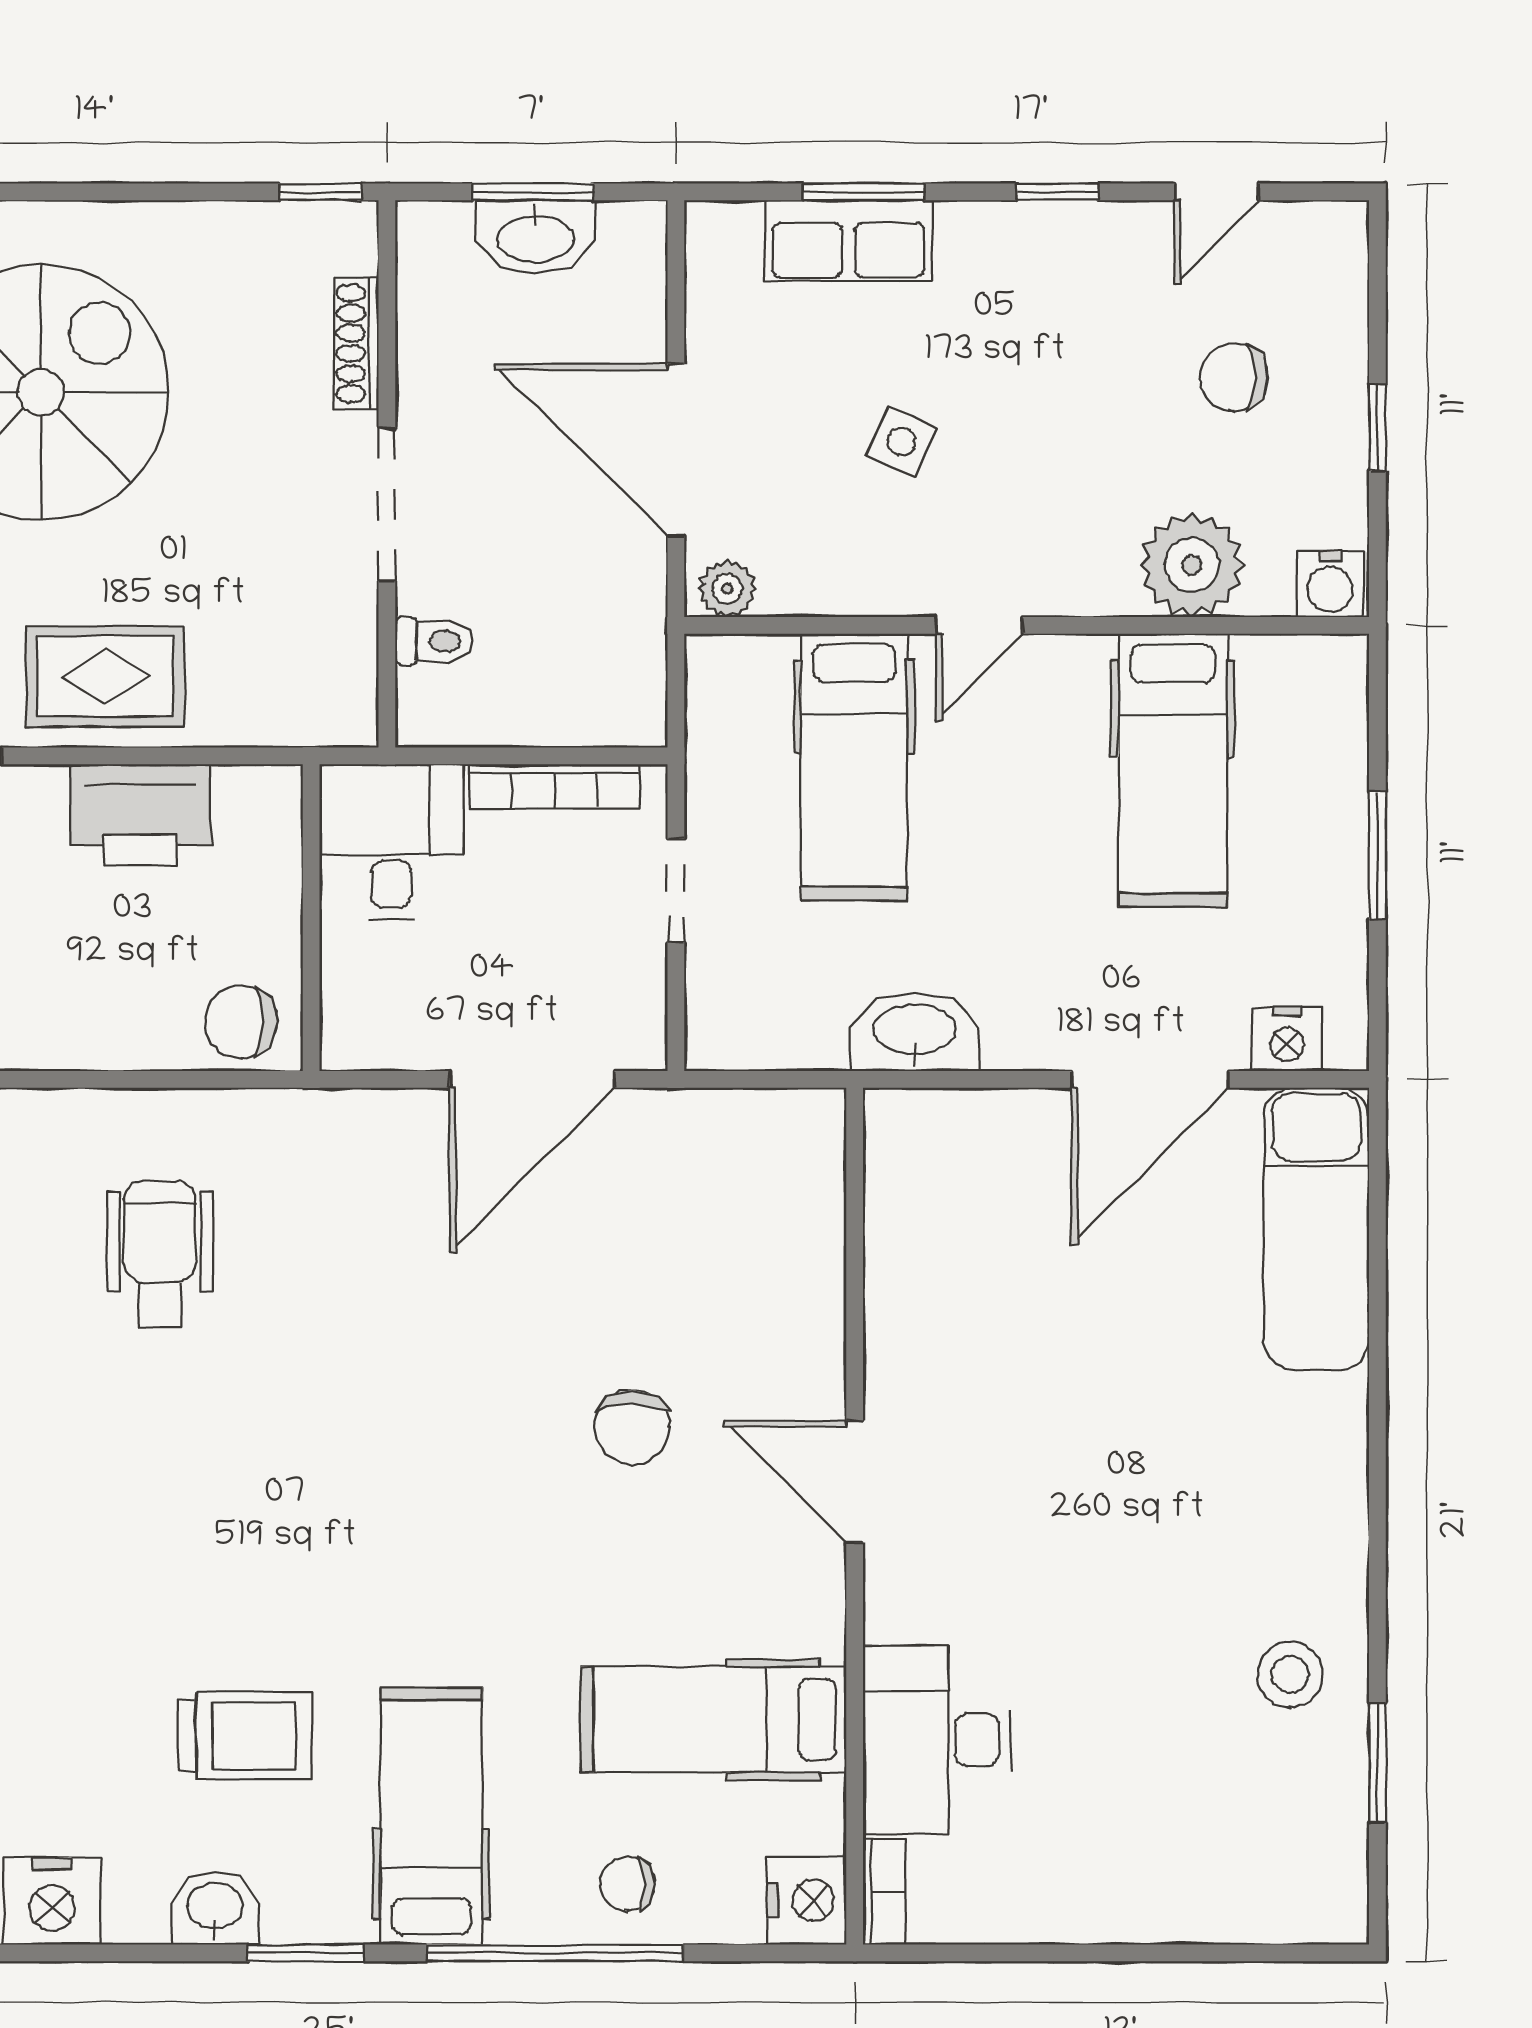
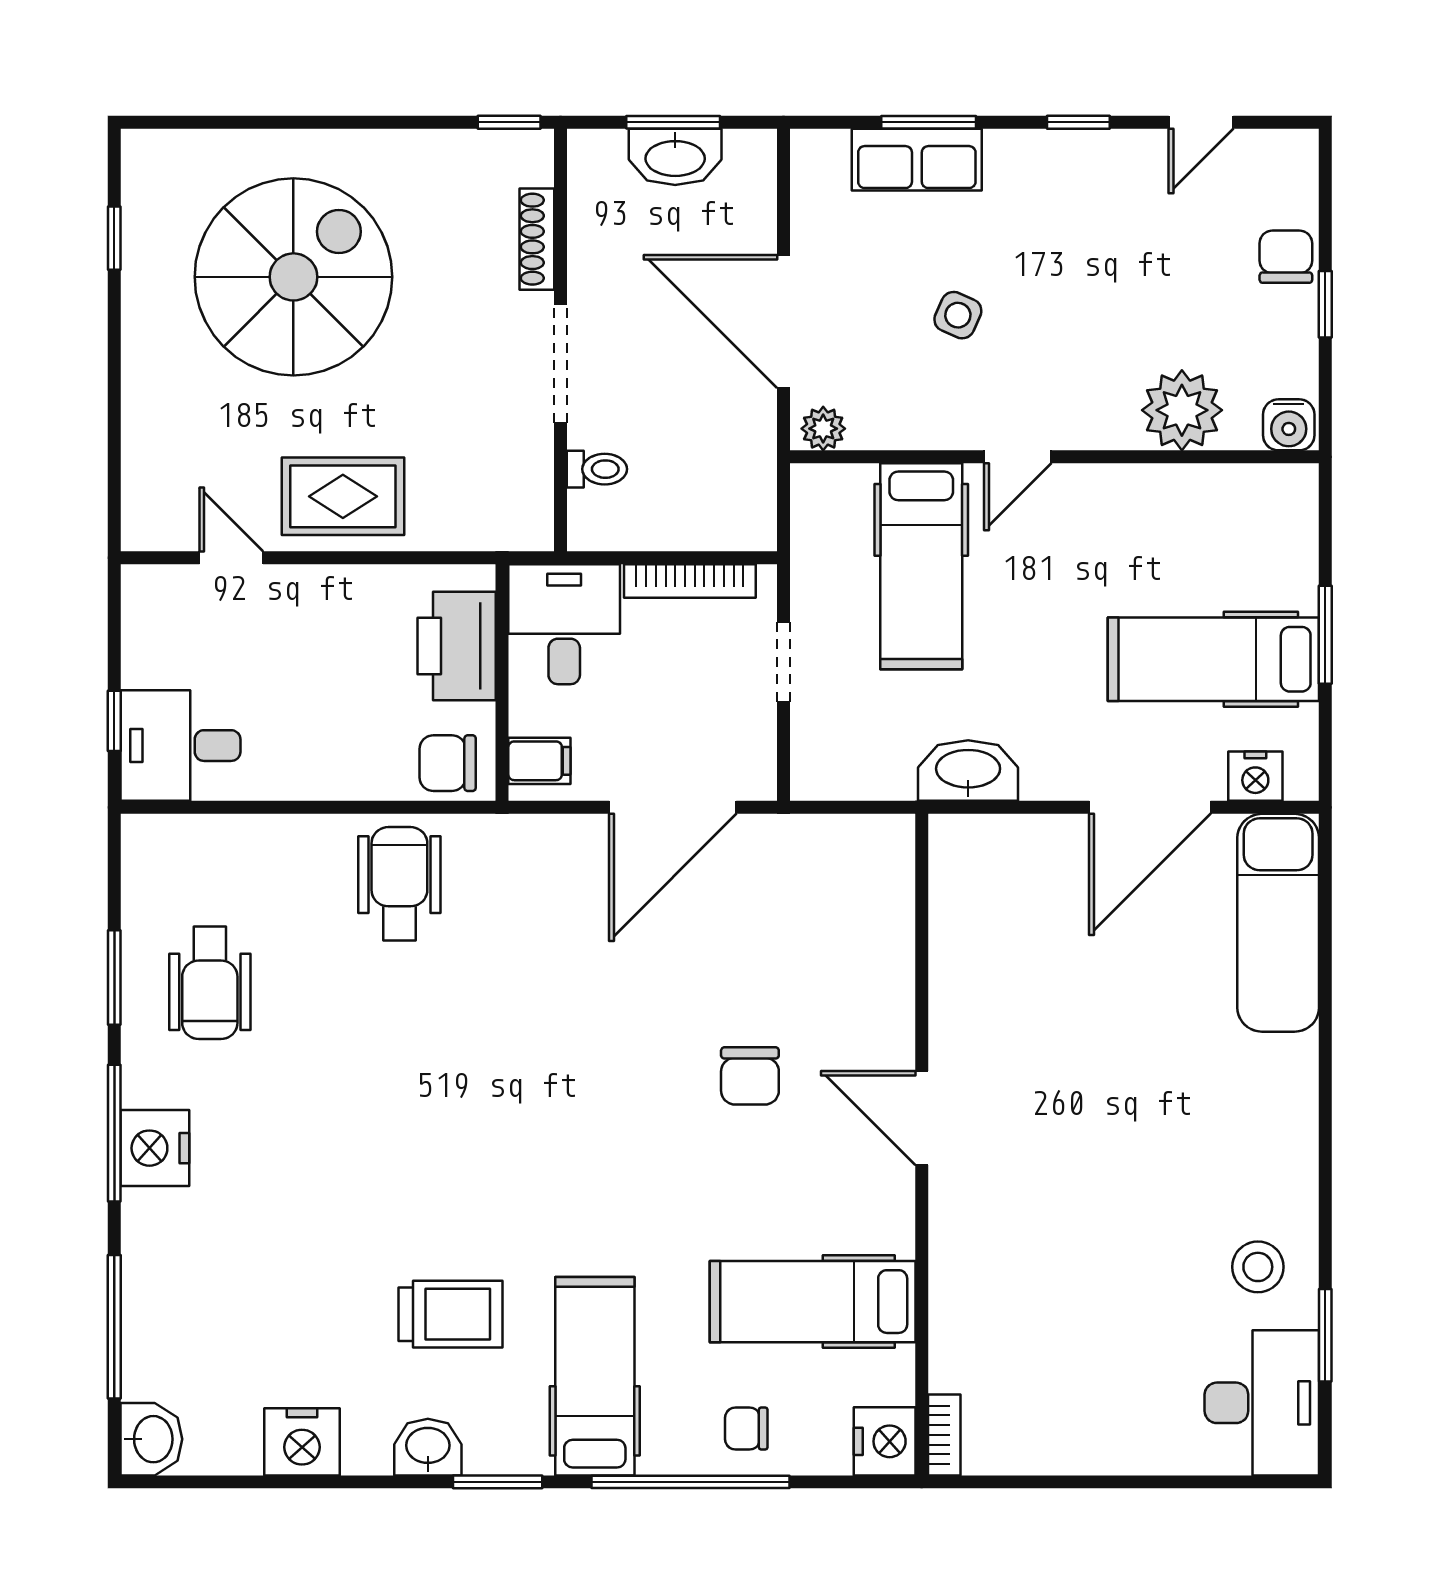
chair: (1234, 378) -> (1286, 257), moved, turned 90
hospital bed: (1173, 770) -> (1213, 659), moved, turned 90
printer: (140, 815) -> (457, 646), moved, turned 90
filing cabinet: (360, 1019) -> (539, 761), added
wheelchair: (160, 1254) -> (399, 884), moved
desk: (937, 1740) -> (1262, 1403), moved, turned 180

